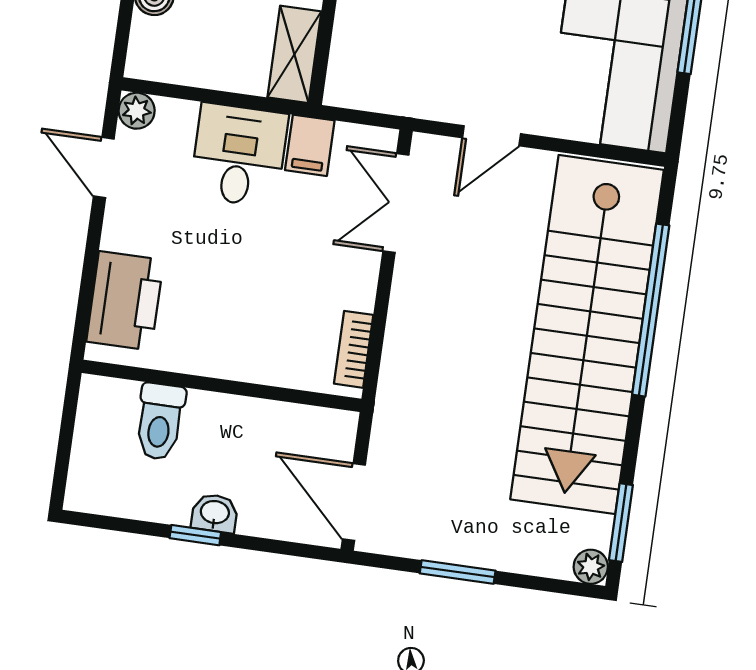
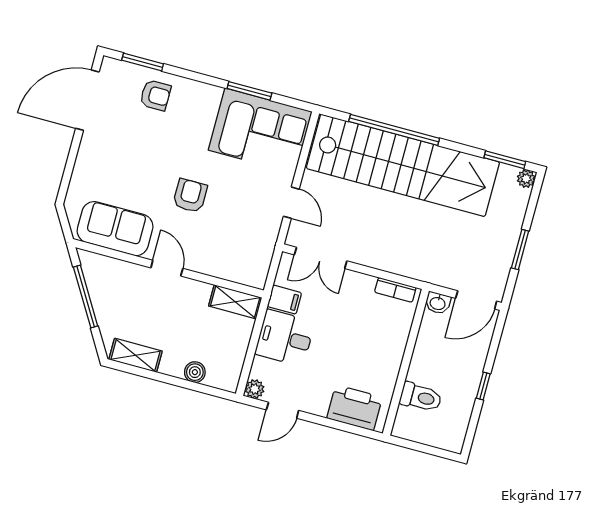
washbasin: (215, 513) -> (438, 303), moved, turned -90

